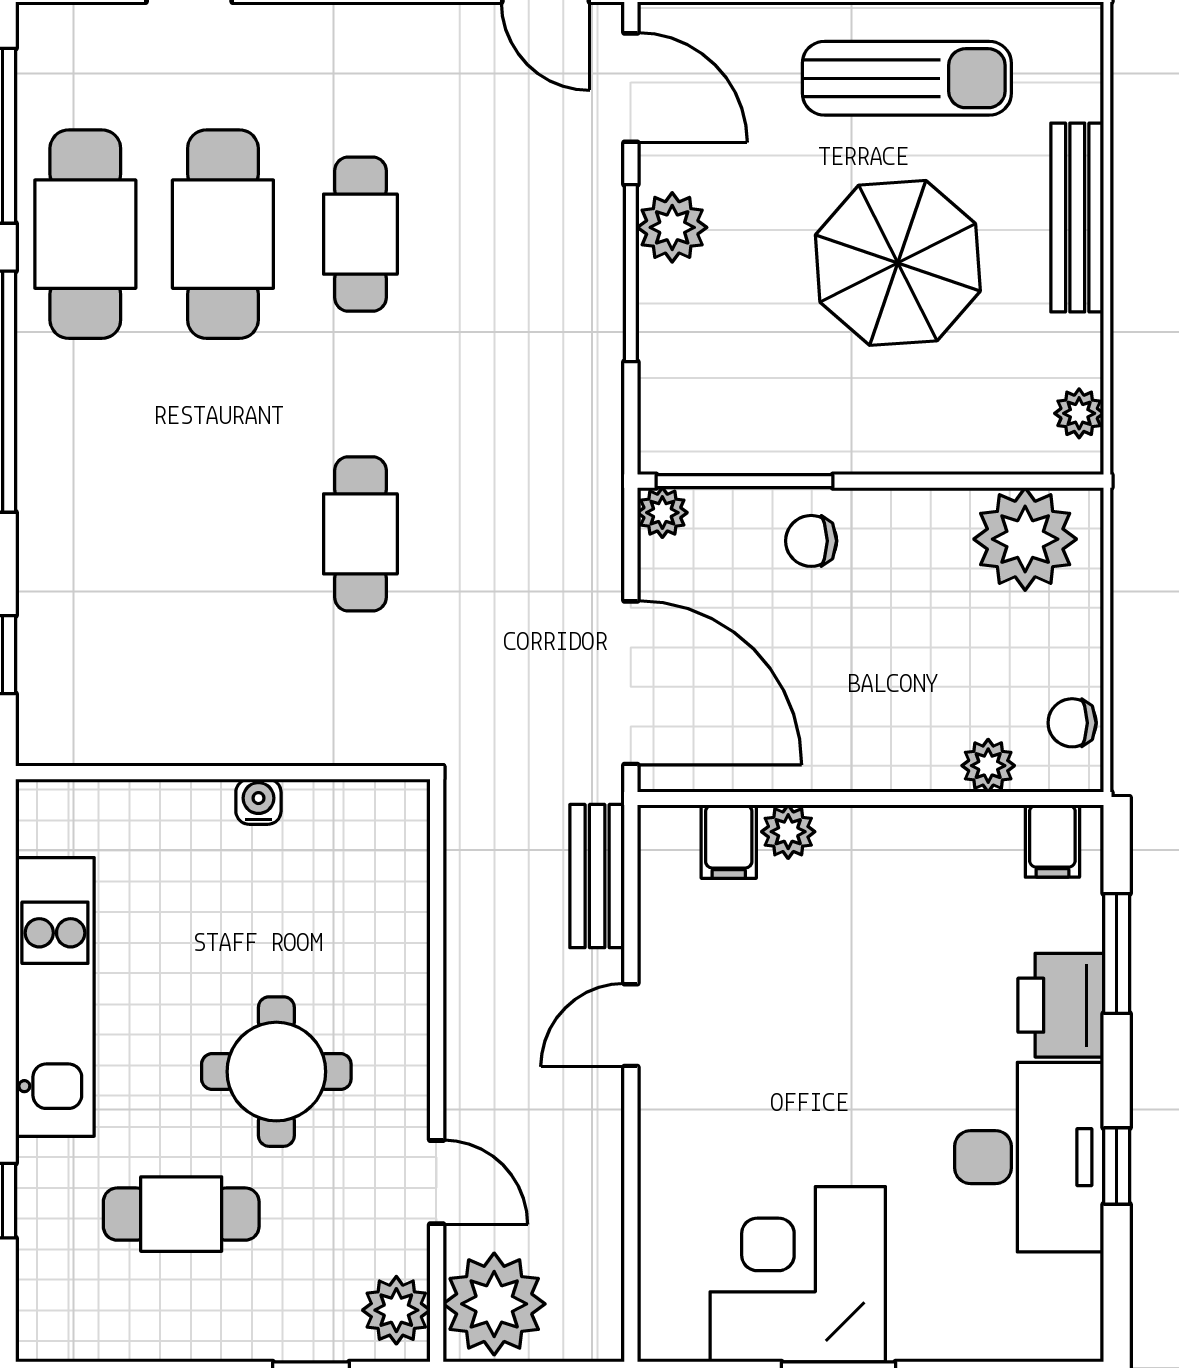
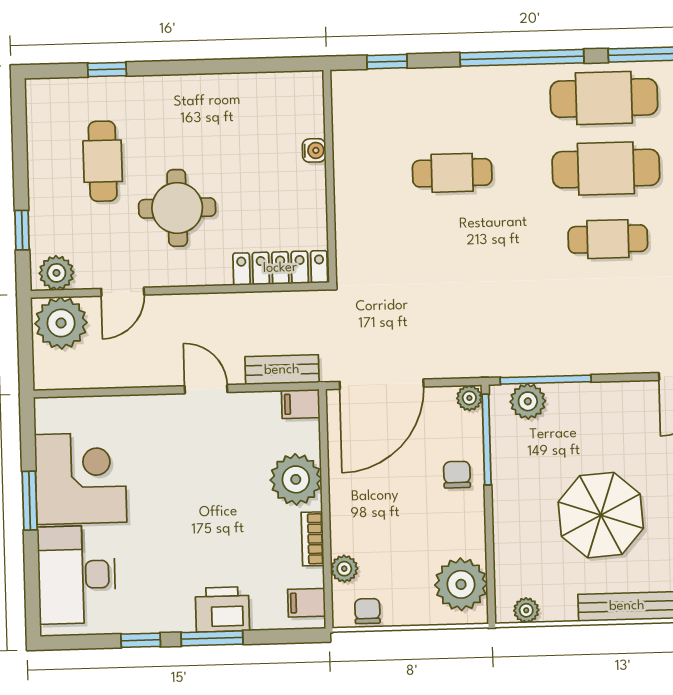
plant: (672, 227) -> (528, 401), moved
window: (631, 273) -> (546, 380), moved
cafe table: (360, 534) -> (452, 173), moved
water cooler: (258, 802) -> (314, 150), moved
bookcase: (928, 826) -> (312, 539), added
plant: (788, 832) -> (296, 479), width x1.88, depth x1.88
filing cabinet: (729, 842) -> (301, 404), moved
locker: (399, 874) -> (280, 268), added
window: (1117, 953) -> (212, 638), moved
kitchen unit: (55, 997) -> (212, 93), removed
desk: (1029, 1157) -> (77, 575), moved, turned 90

